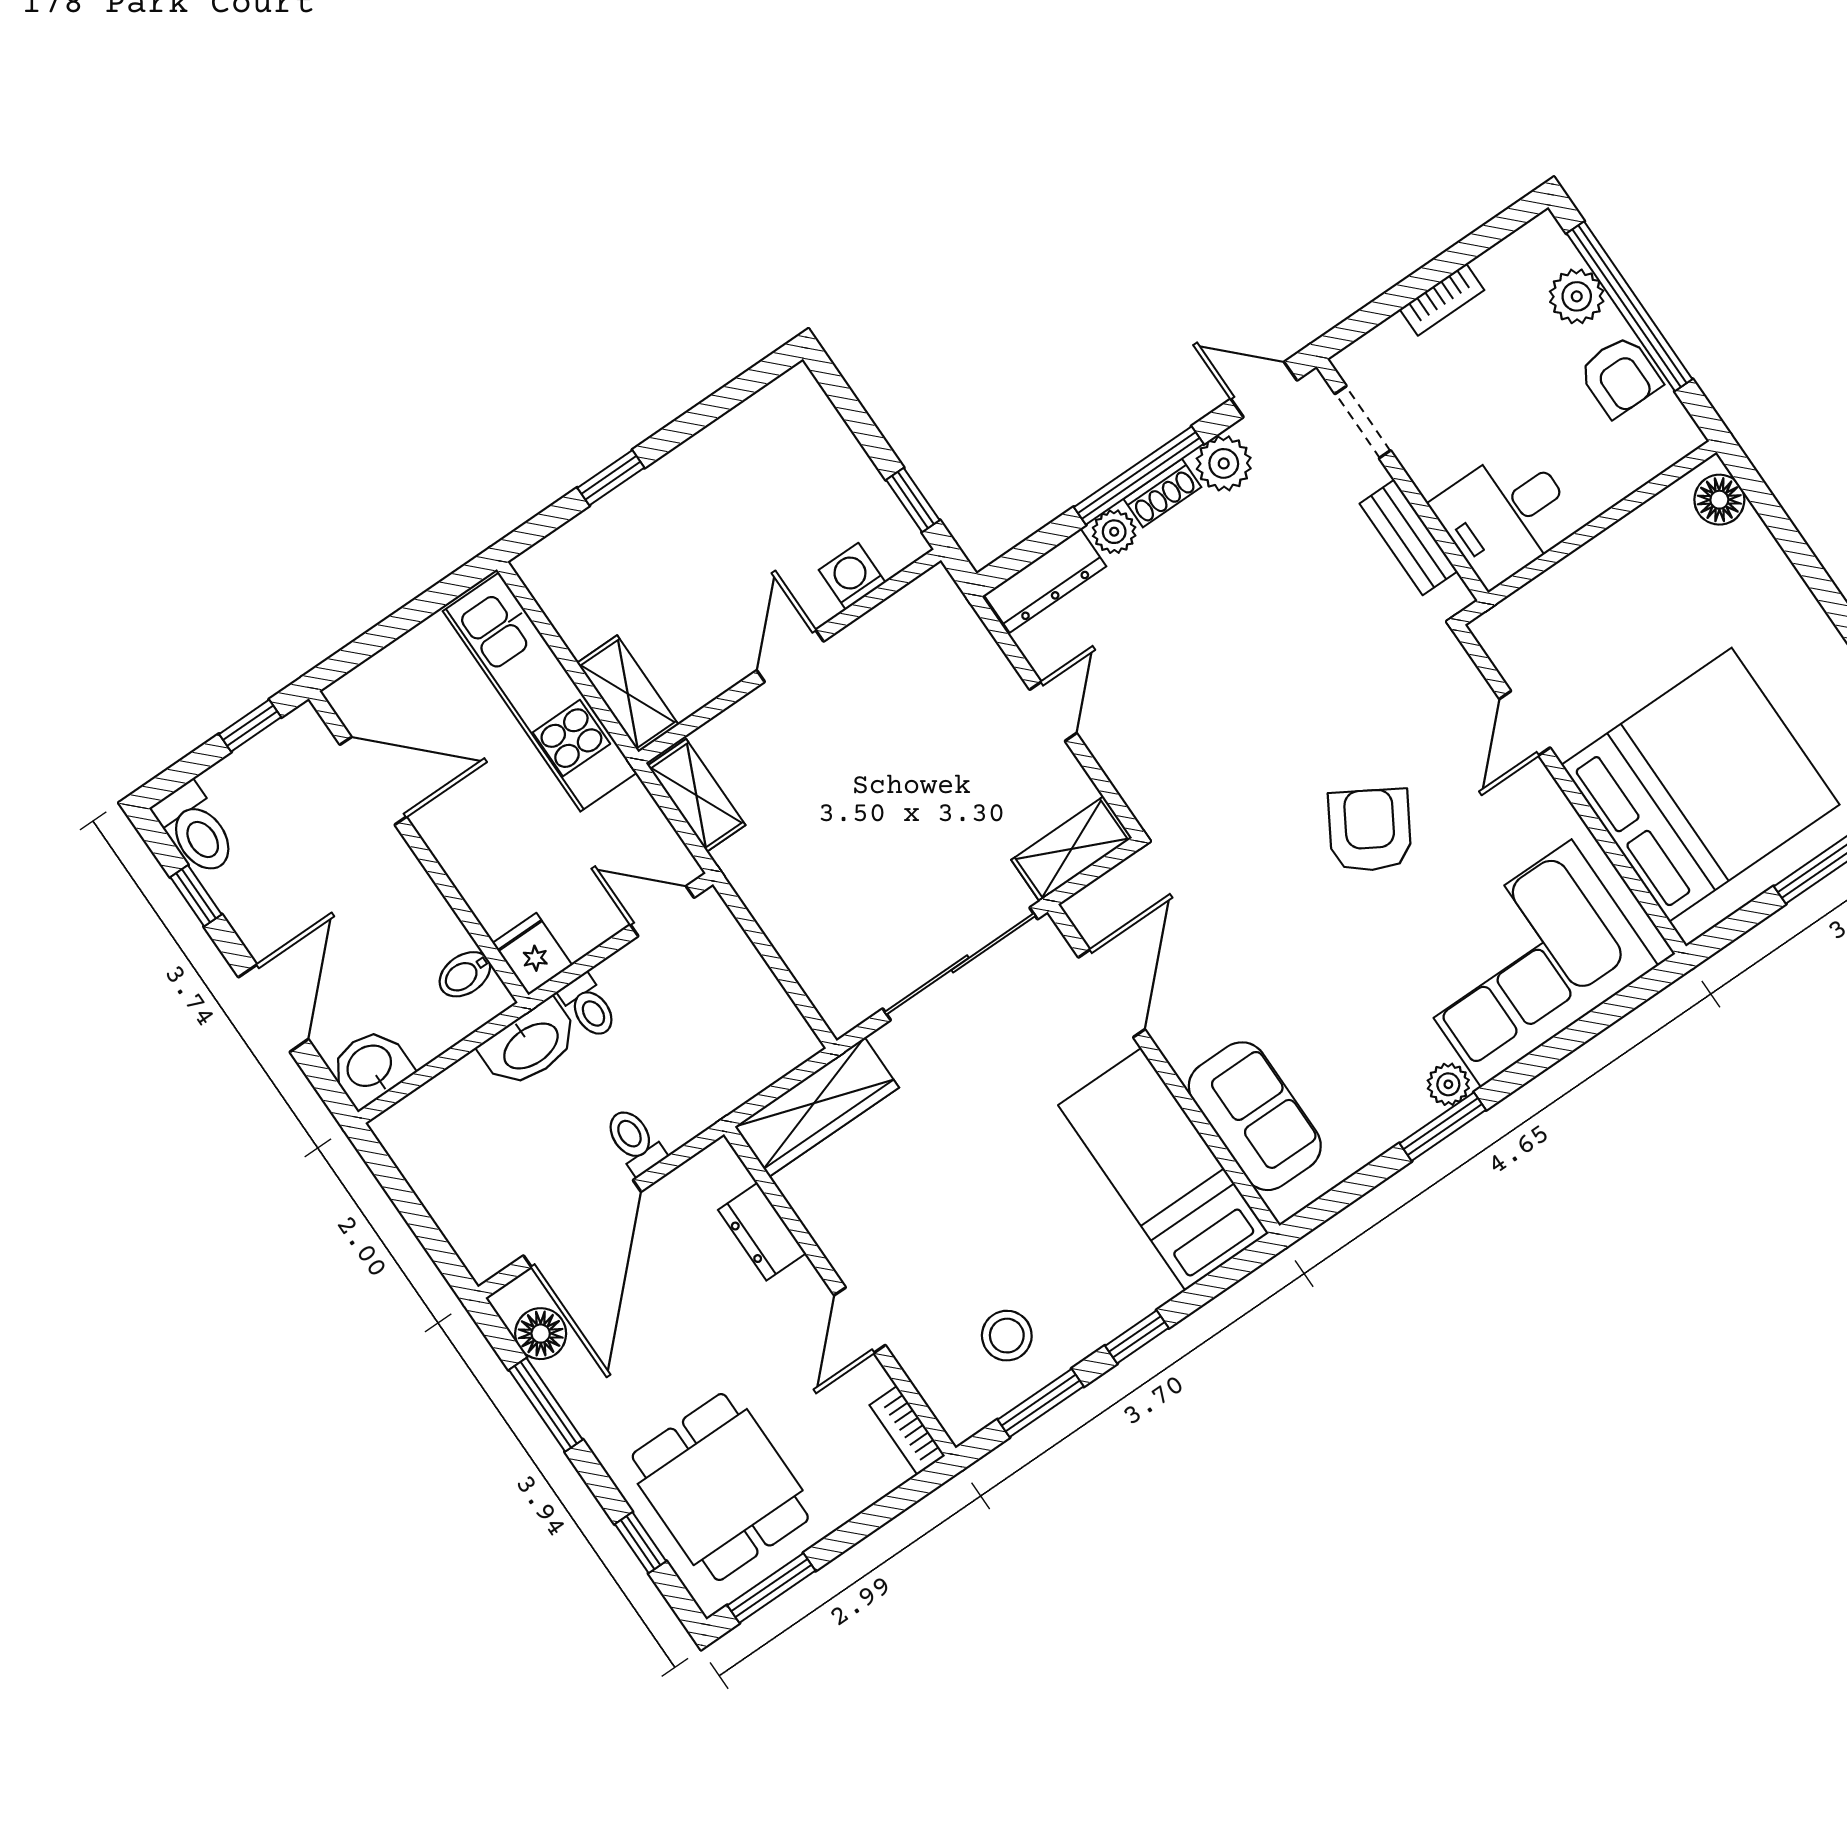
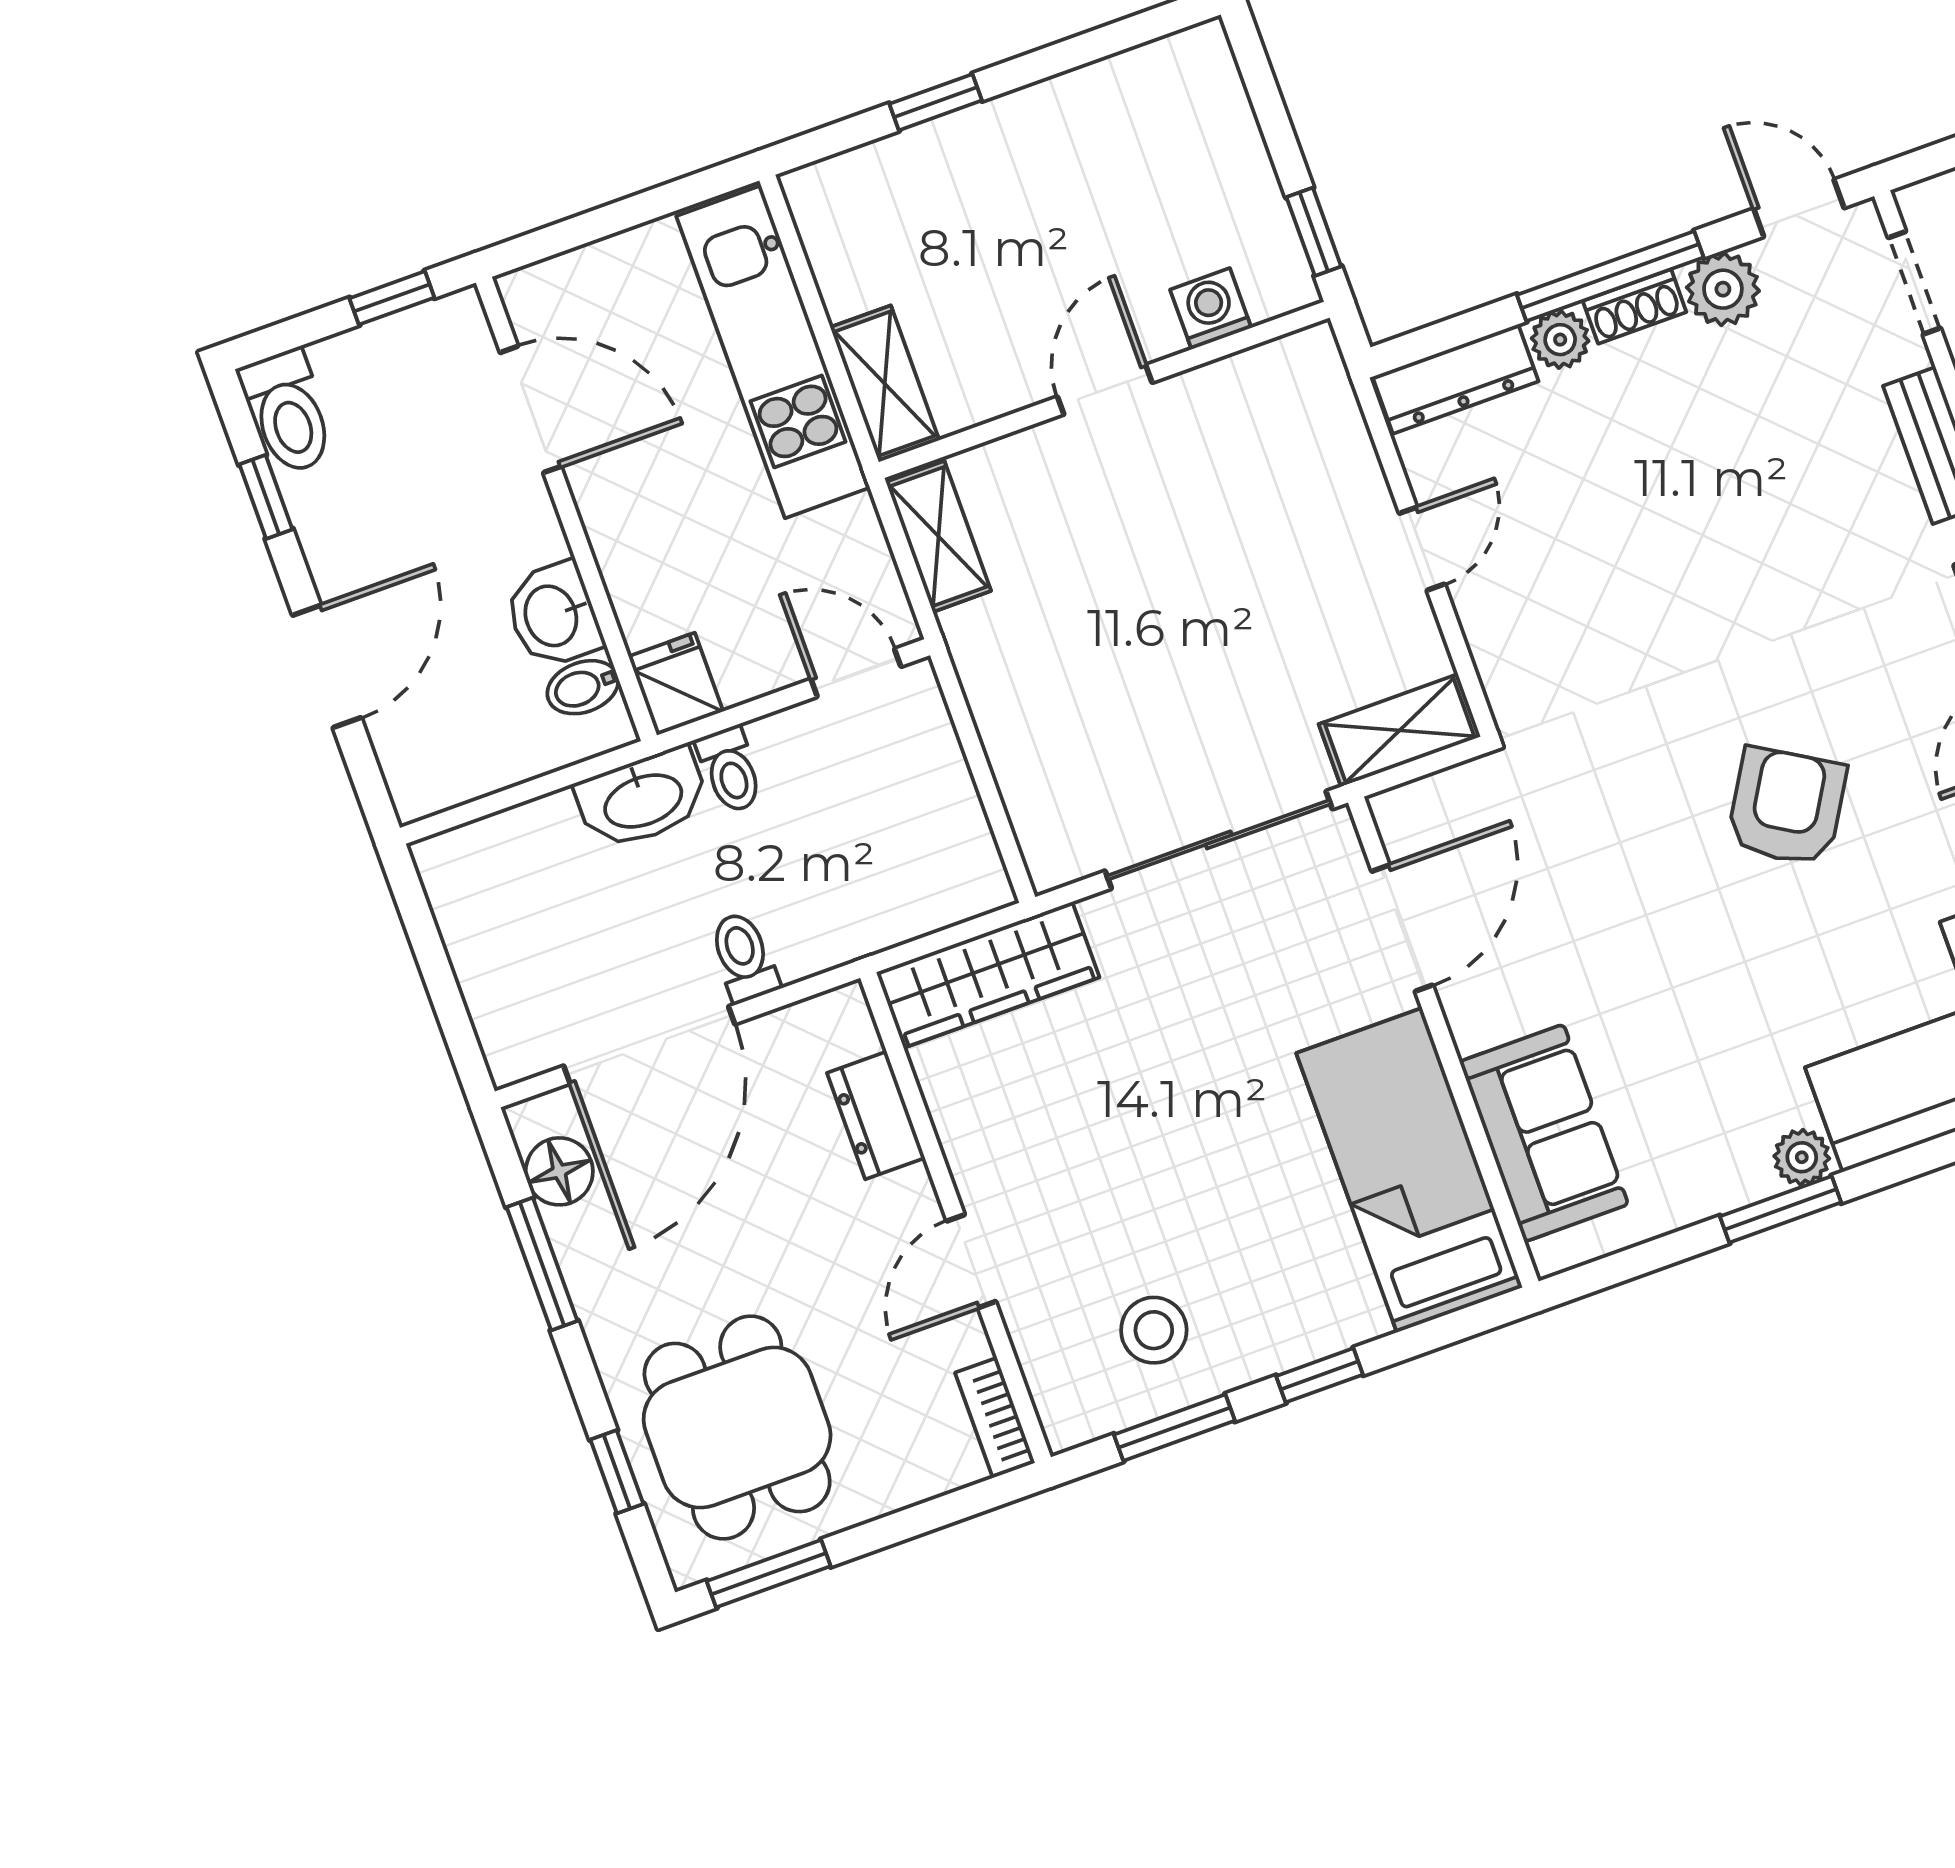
washbasin: (370, 1067) -> (553, 615), moved, turned -90

